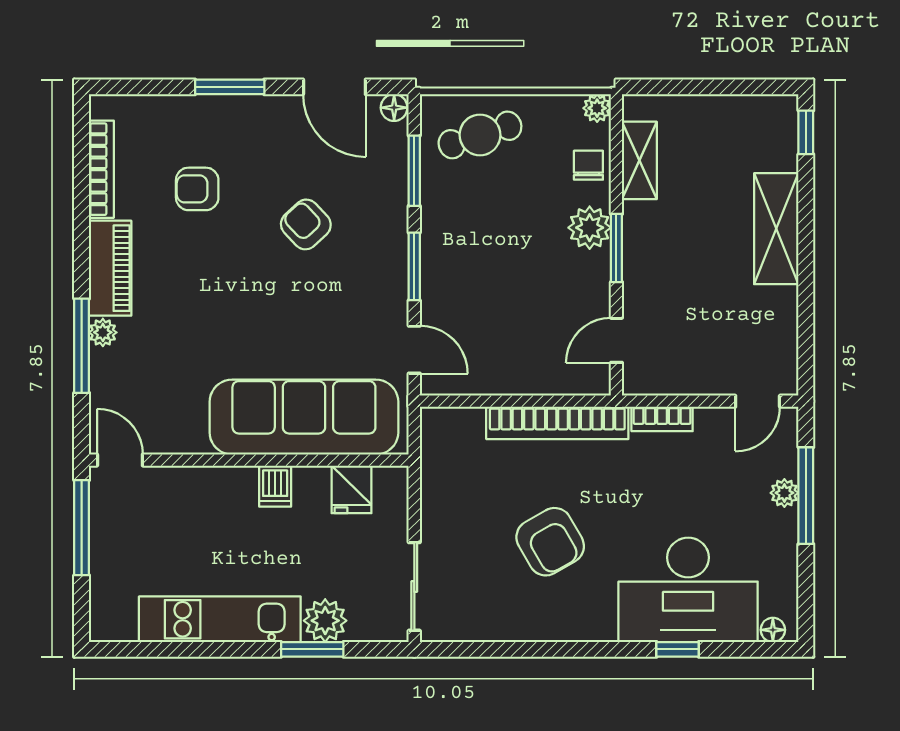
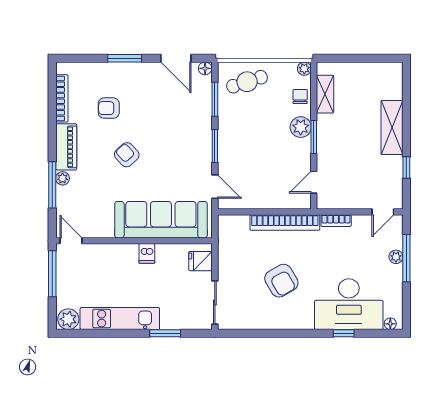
window: (806, 132) -> (406, 167), moved
armchair: (306, 224) -> (127, 155), moved
fridge: (351, 489) -> (201, 261), moved, turned 90
plant: (325, 621) -> (68, 319), moved

